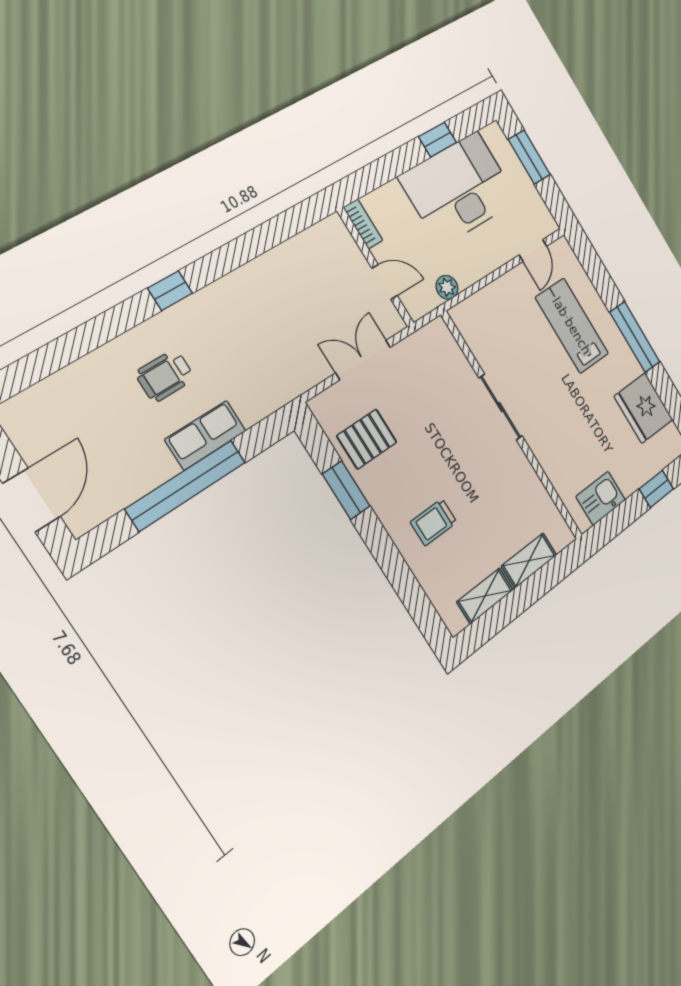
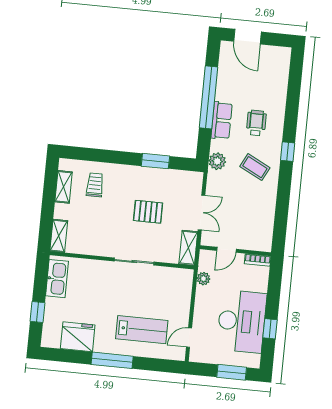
door: (533, 250) -> (189, 338), hinge flipped
coffee table: (235, 327) -> (255, 167), added
shelving: (425, 342) -> (188, 248), added
plant: (272, 394) -> (217, 161), added
pallet: (367, 439) -> (148, 212), moved, turned 90
kitchen sink: (601, 498) -> (57, 279), width x1.38
trolley: (434, 522) -> (95, 185), moved
shelving: (529, 561) -> (59, 236), moved

